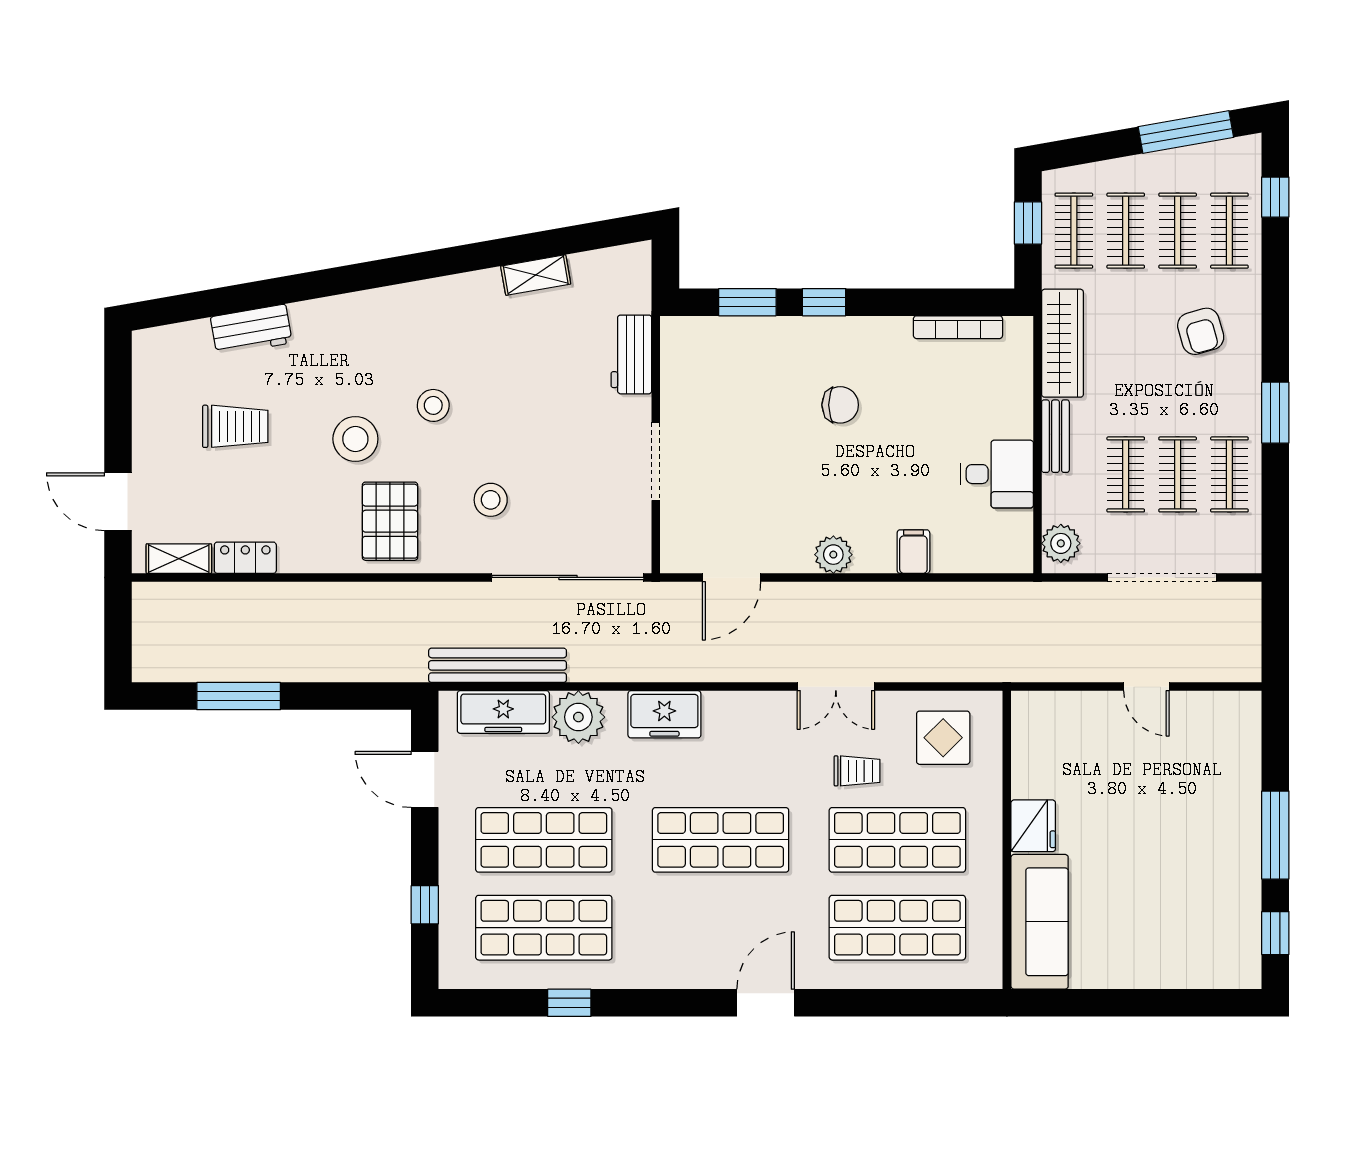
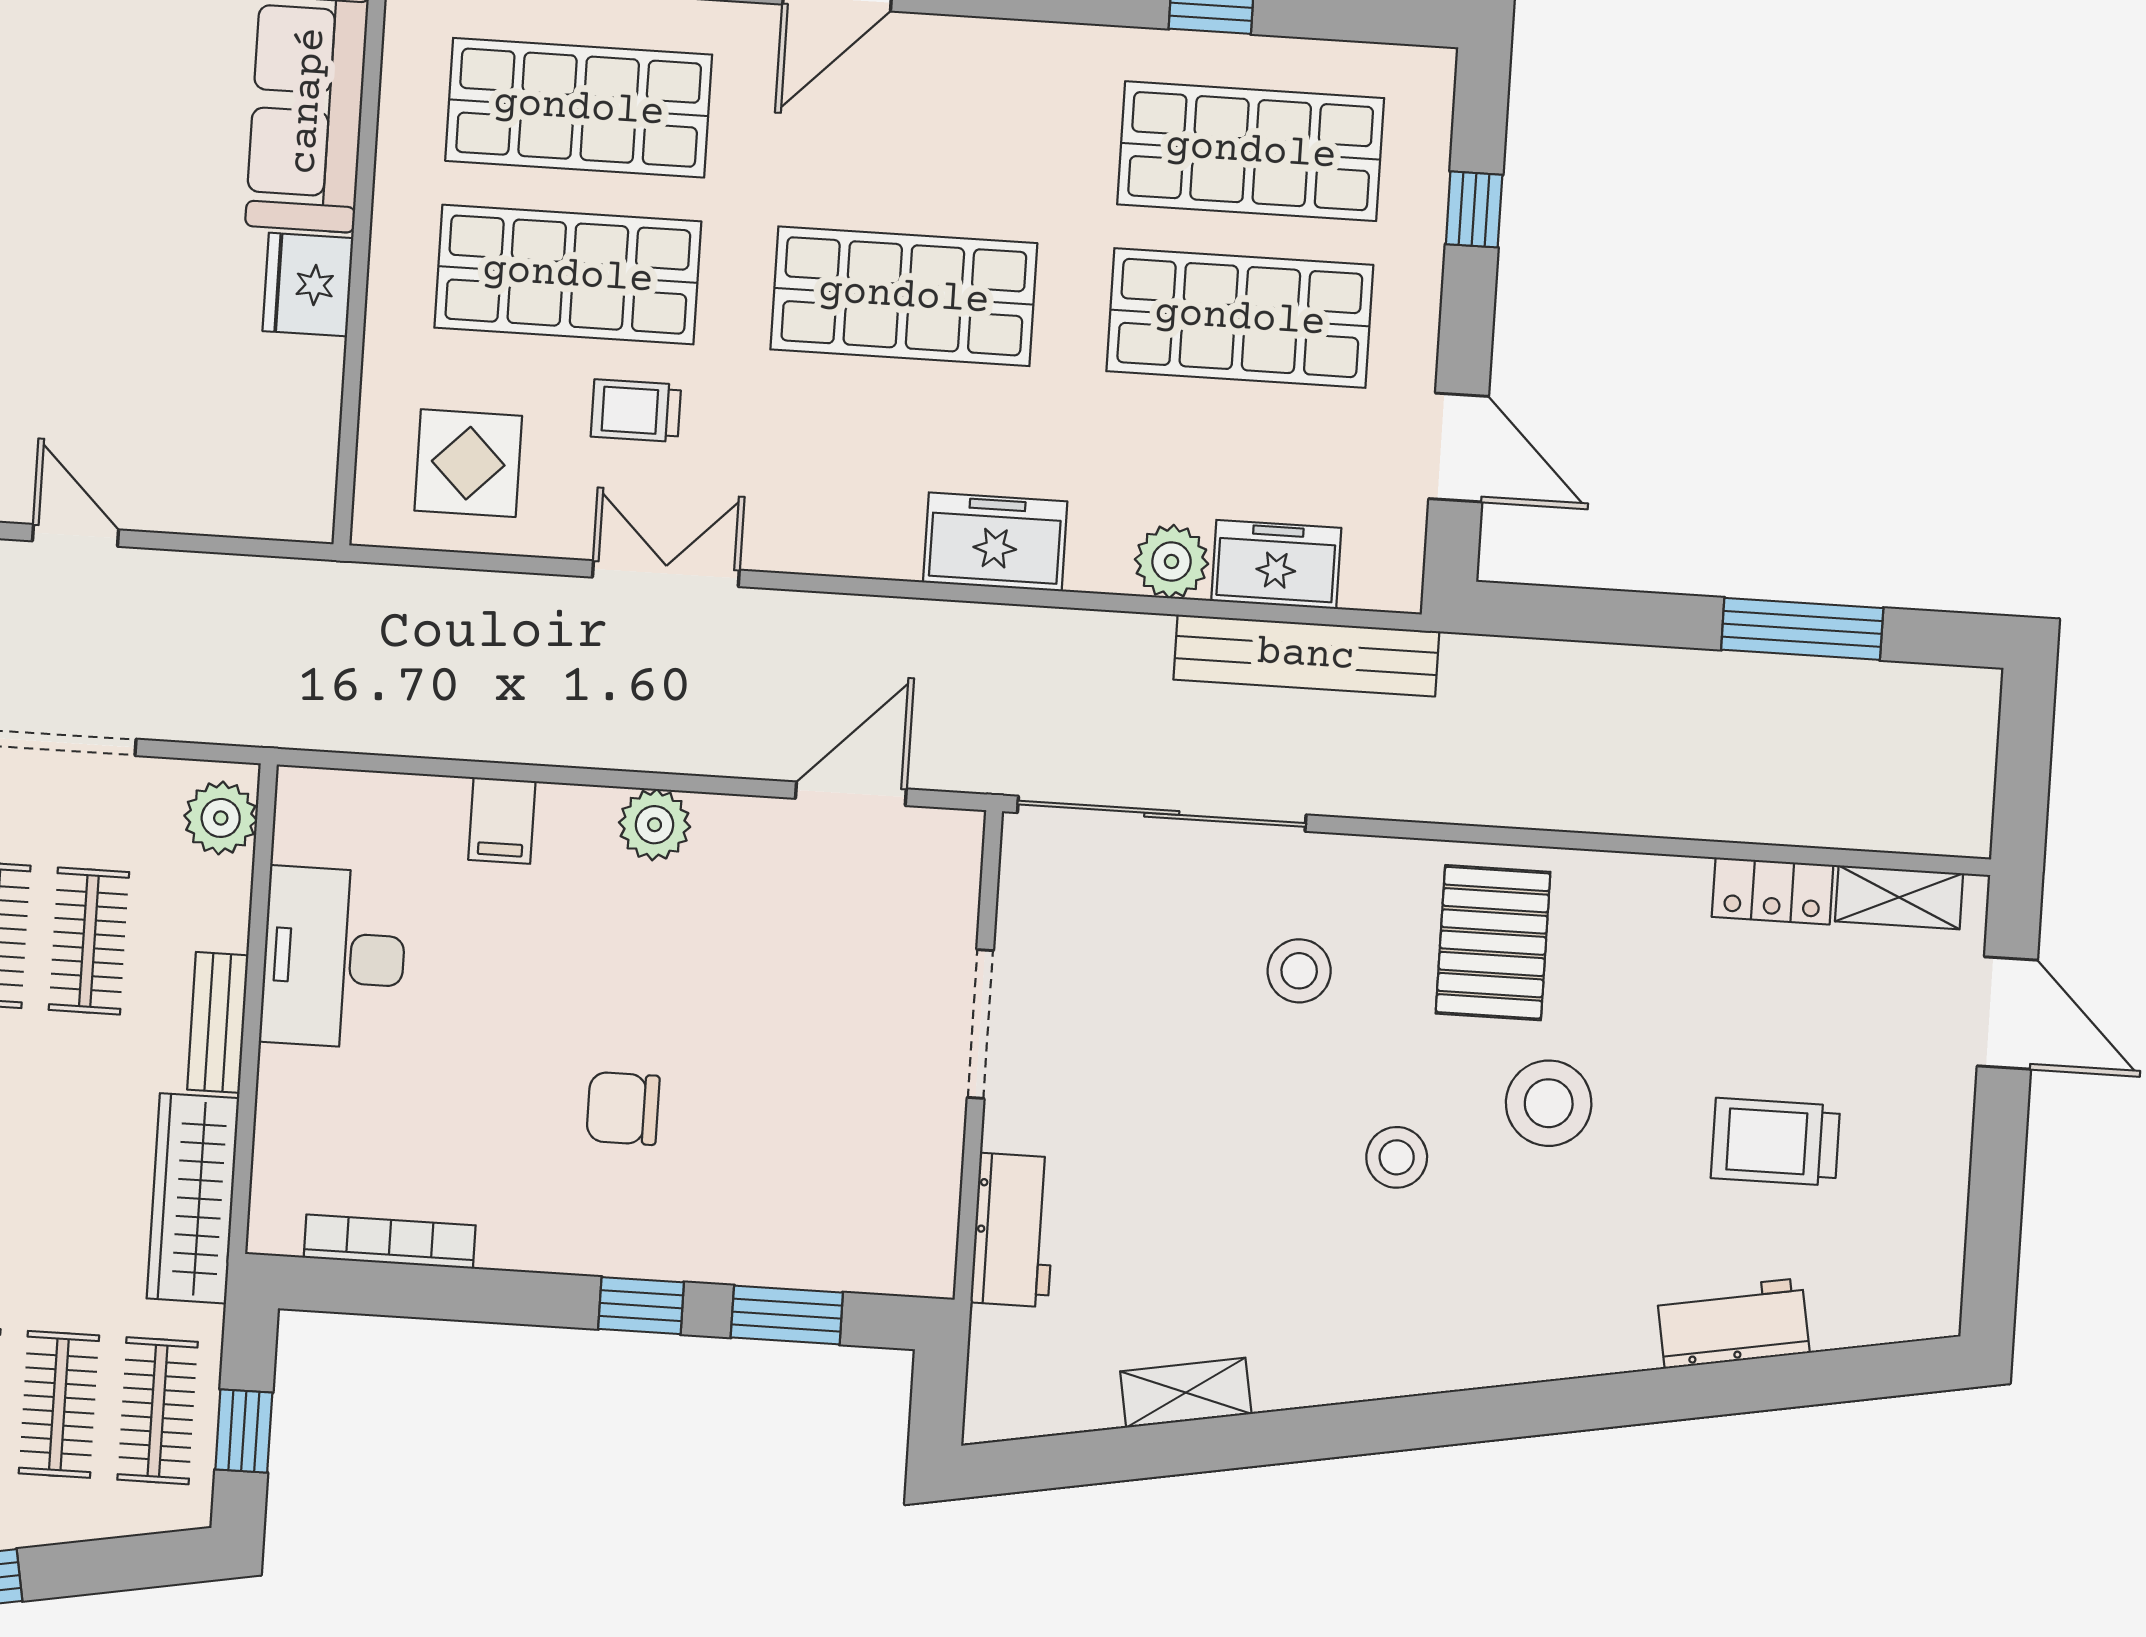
desk: (997, 474) -> (334, 958), width x1.37
freezer: (503, 712) -> (1276, 564), width x0.71
plant: (578, 717) -> (1171, 562), width x0.73, depth x0.73

